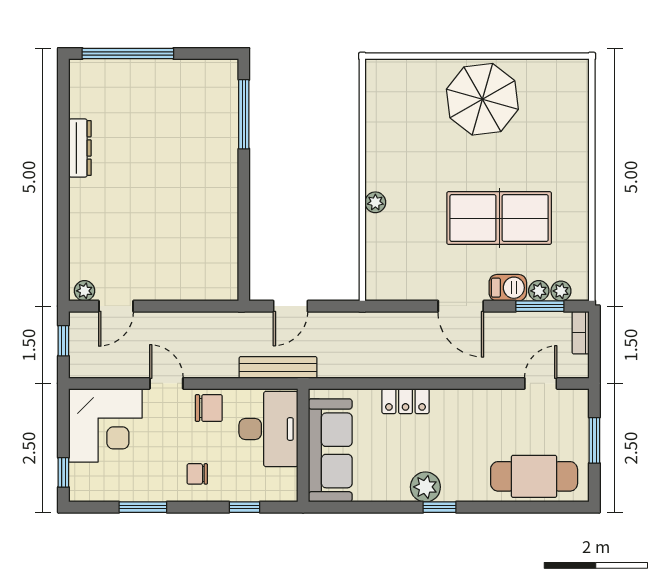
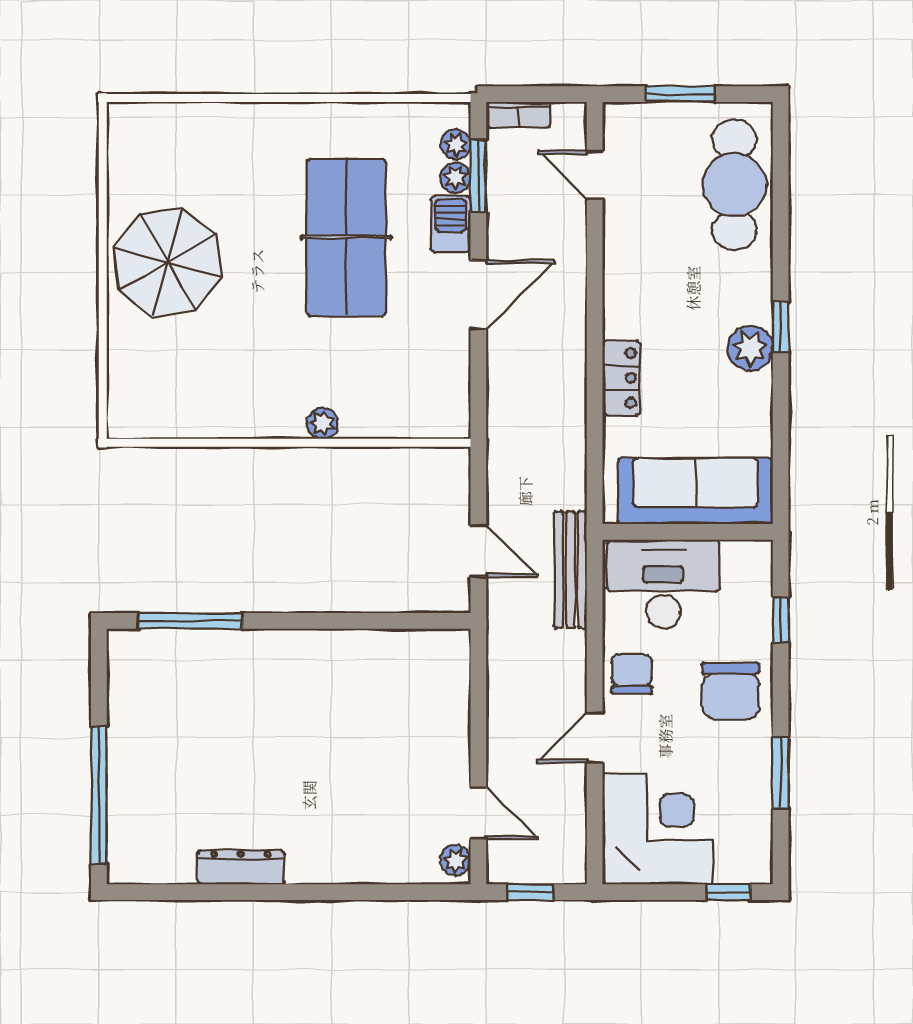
chair: (197, 474) -> (731, 691), width x1.87, depth x1.87

